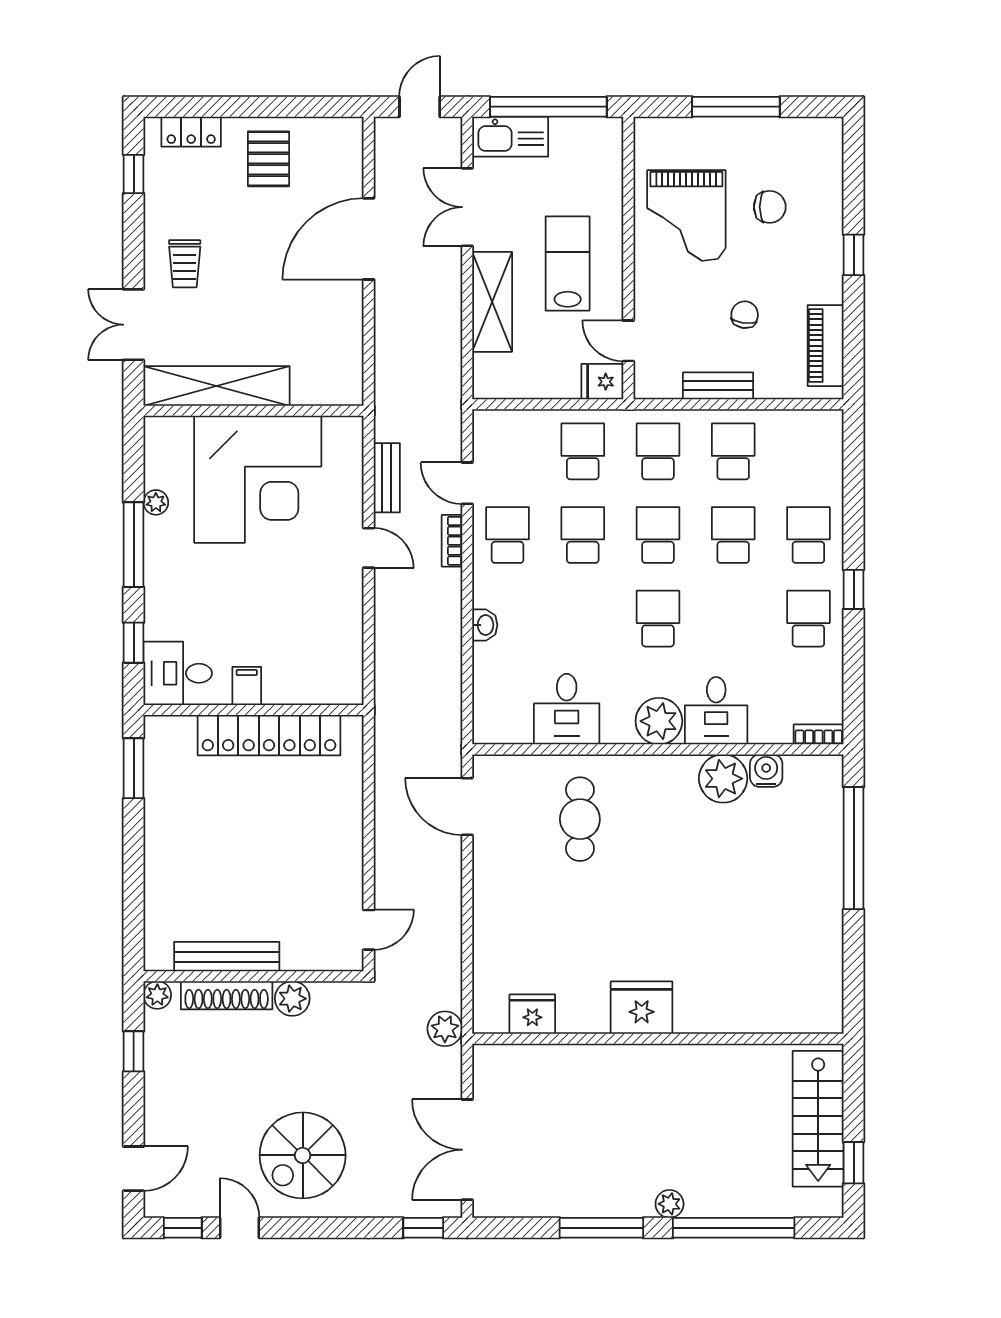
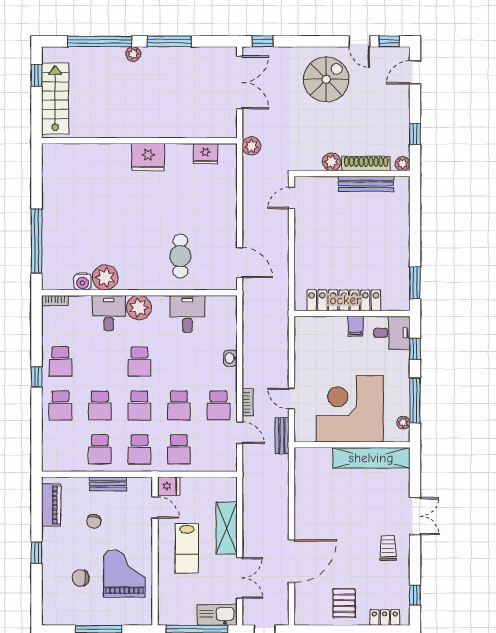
shelving: (216, 386) -> (371, 458), moved
wall: (254, 411) -> (352, 445), moved
corner desk: (258, 479) -> (350, 409), moved

